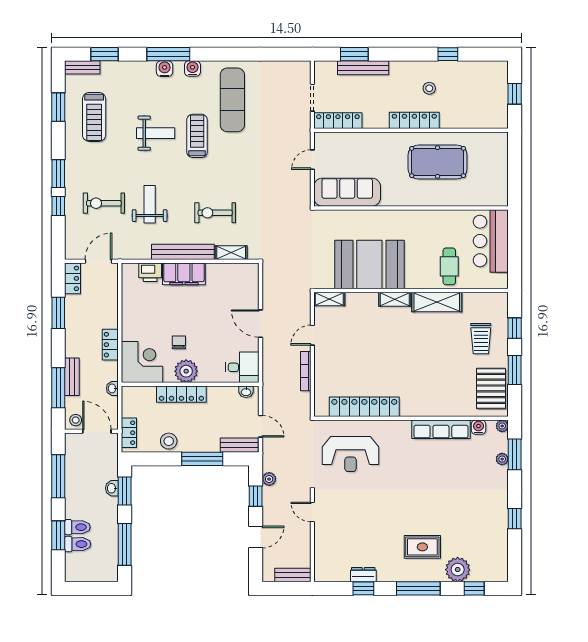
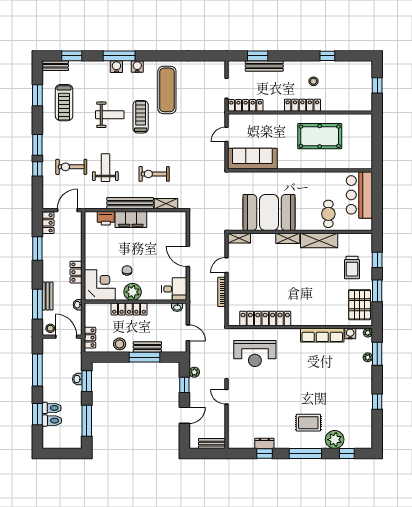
bench: (239, 445) -> (147, 347), moved

